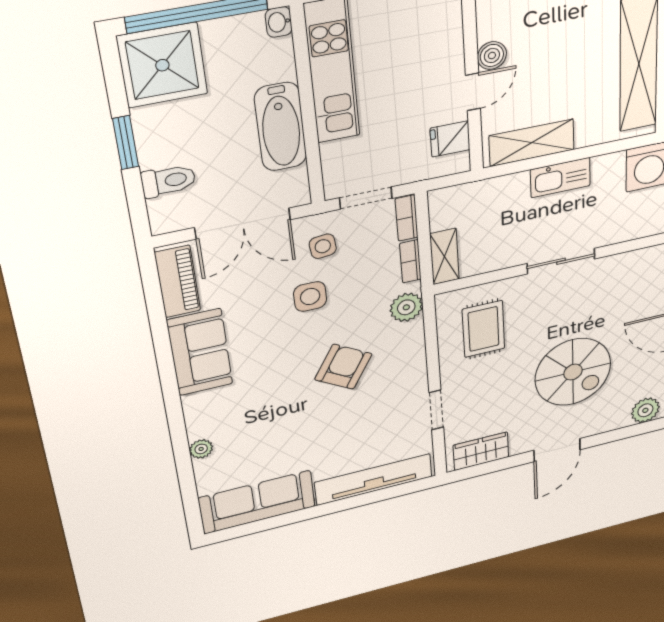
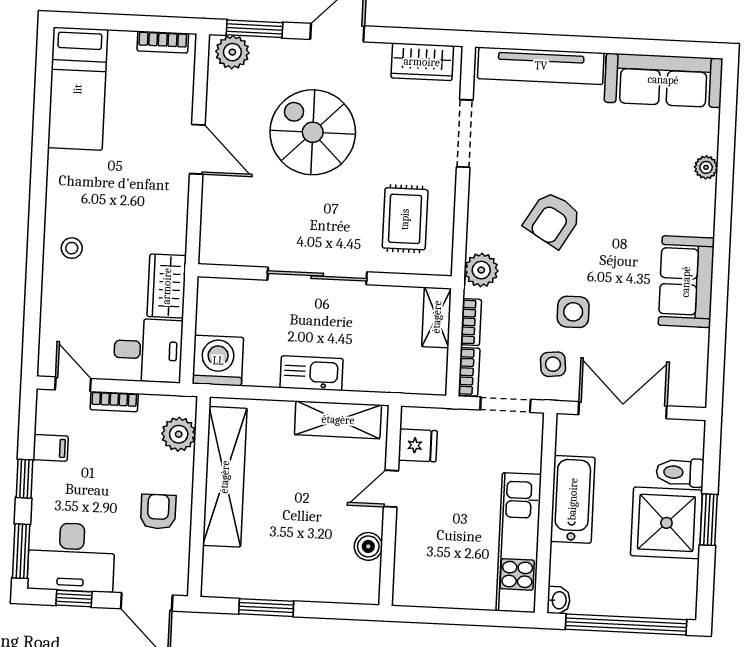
boiler: (492, 55) -> (368, 546), moved
shower: (162, 65) -> (666, 523), moved
sliding door: (561, 261) -> (317, 276), width x1.37
piano: (178, 282) -> (692, 366), removed
doorway: (436, 410) -> (465, 133), width x1.38
window: (628, 432) -> (254, 29), added

